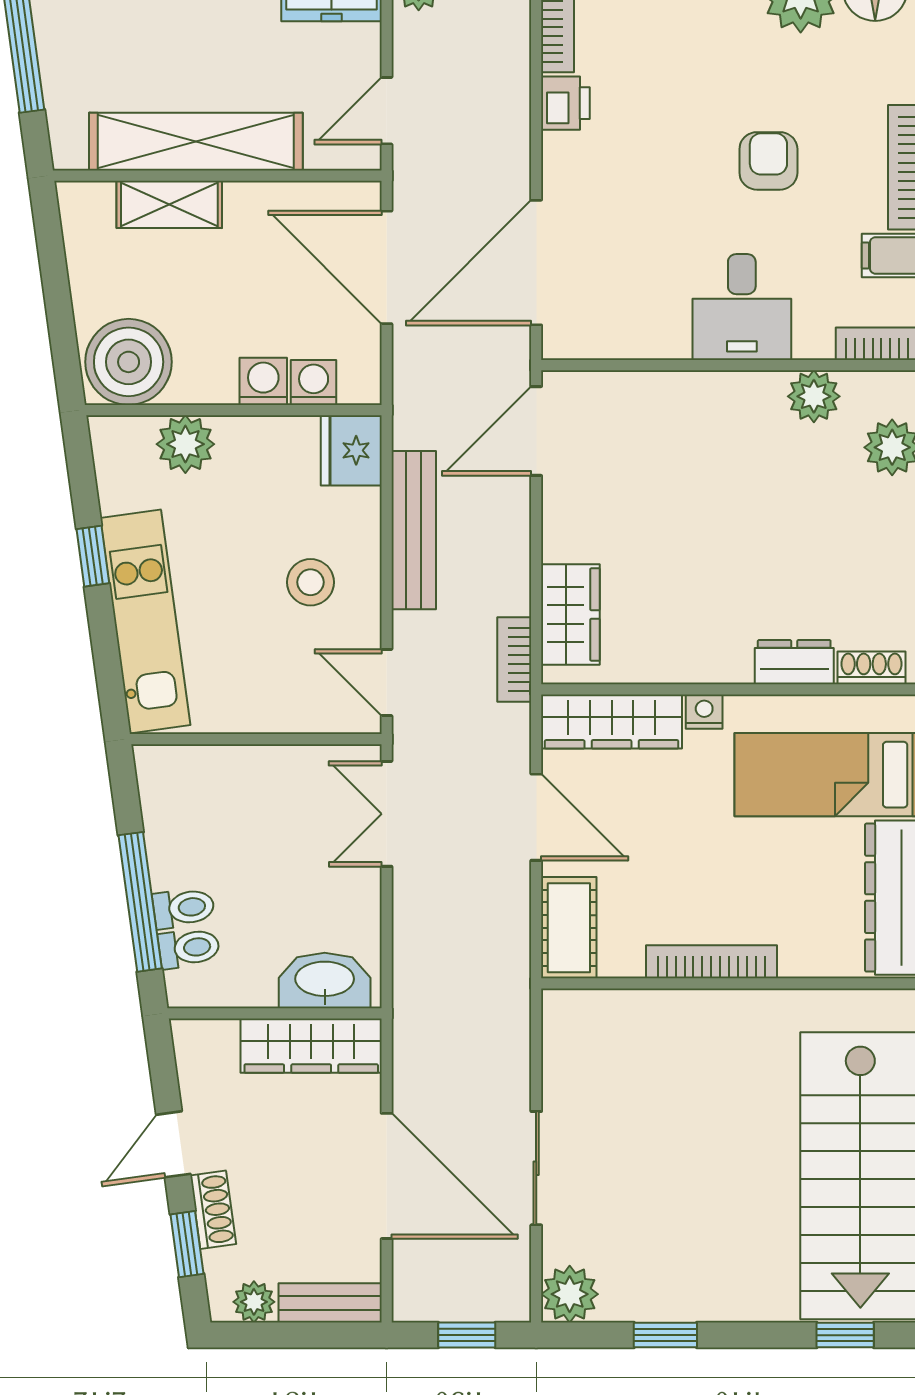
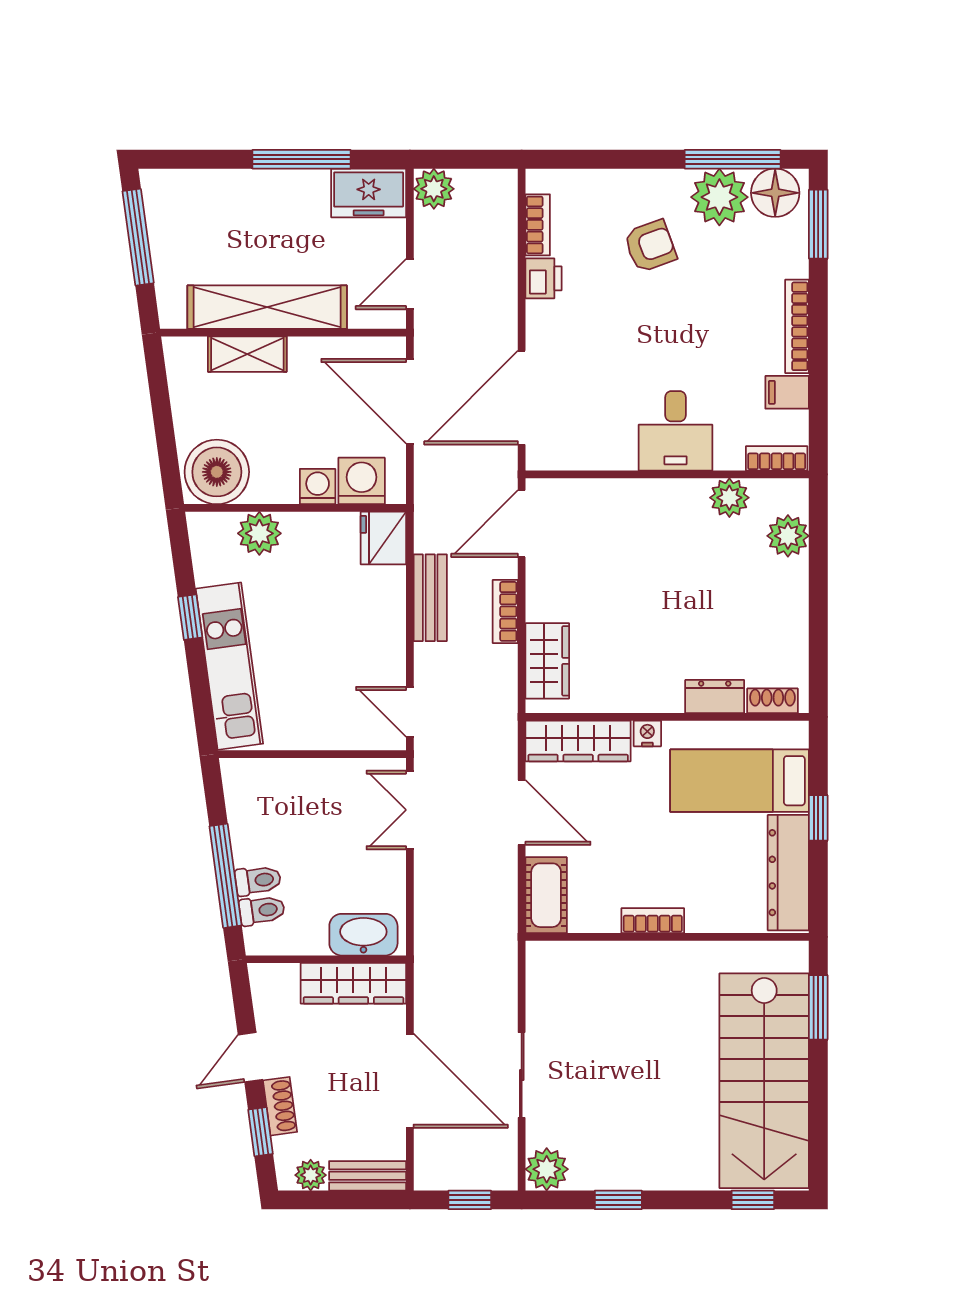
armchair: (768, 161) -> (650, 246), moved, turned 70
washing machine: (314, 382) -> (362, 481), width x1.38, depth x1.38
bench: (414, 530) -> (430, 598), width x0.73
stool: (311, 582) -> (353, 637), removed
bookcase: (514, 660) -> (505, 611), moved
bookcase: (711, 962) -> (653, 921), width x0.64

